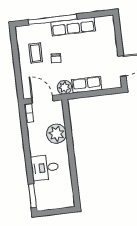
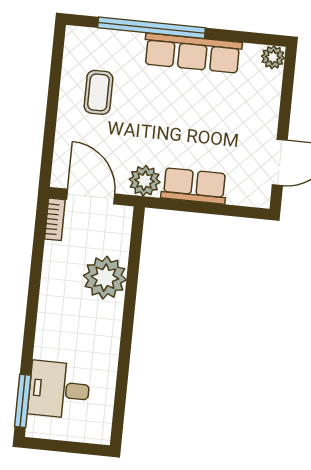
plant: (109, 21) -> (273, 57), added
chair: (56, 58) -> (140, 114), removed
desk: (45, 168) -> (59, 390), moved

